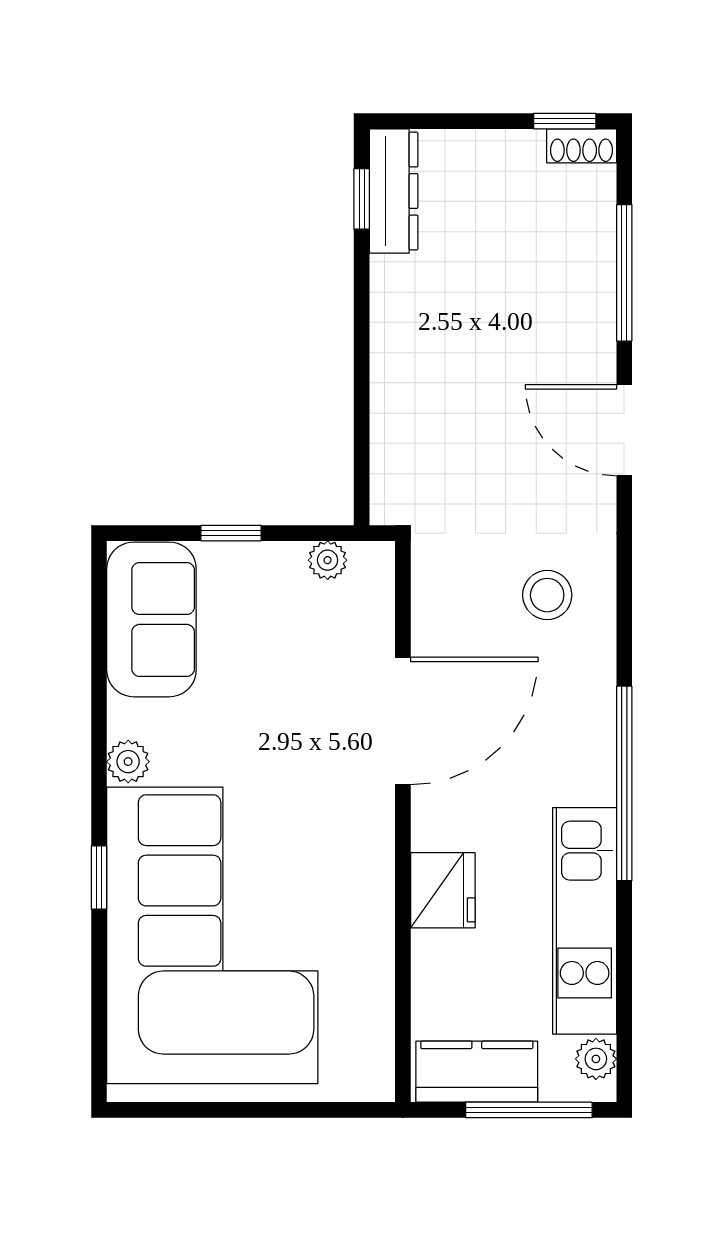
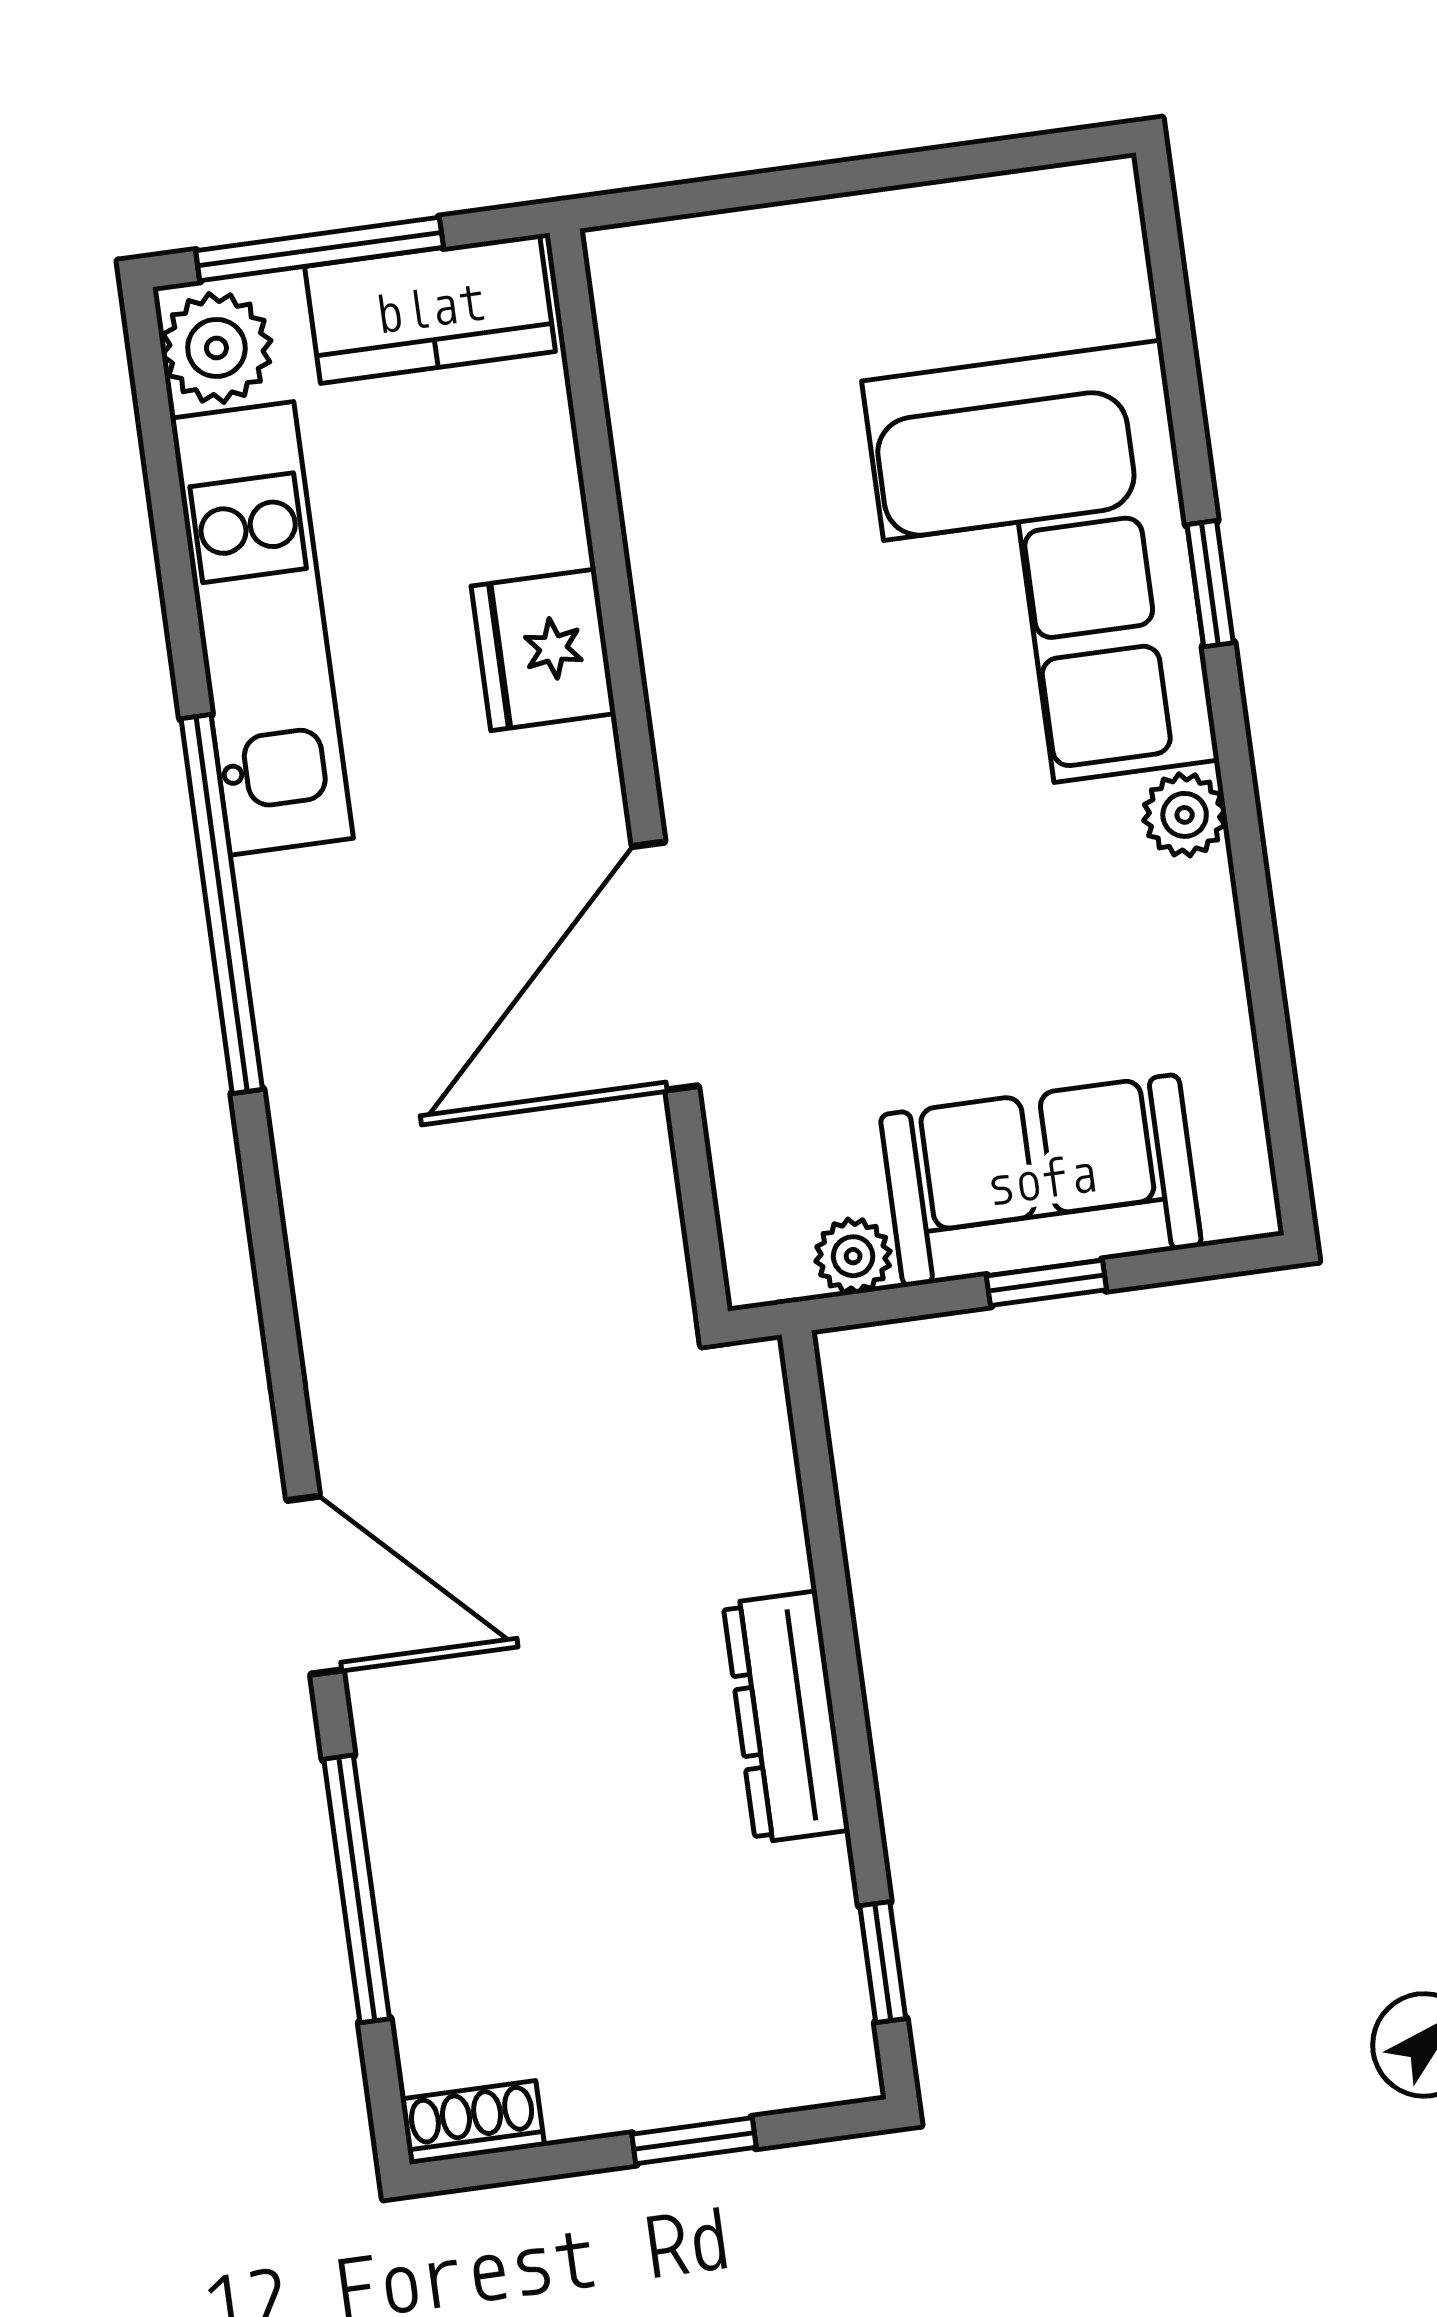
window: (565, 121) -> (694, 2141), moved
dresser: (394, 191) -> (786, 1717), moved
stool: (547, 595) -> (420, 1247), removed
sofa: (151, 619) -> (1041, 1181), moved, turned 90
corner sofa: (212, 935) -> (1040, 571), width x0.73, depth x0.74
plant: (596, 1059) -> (216, 348), width x1.38, depth x1.38

